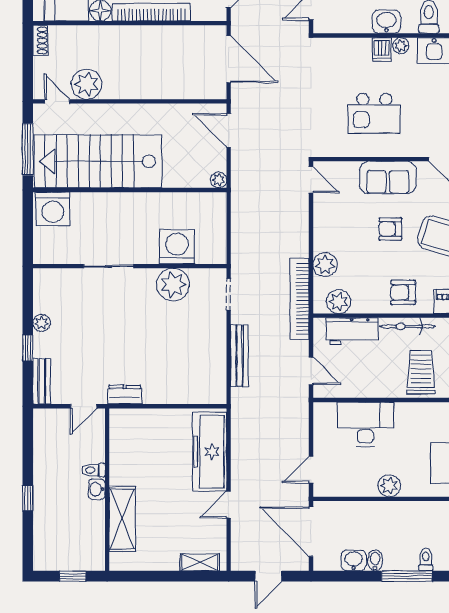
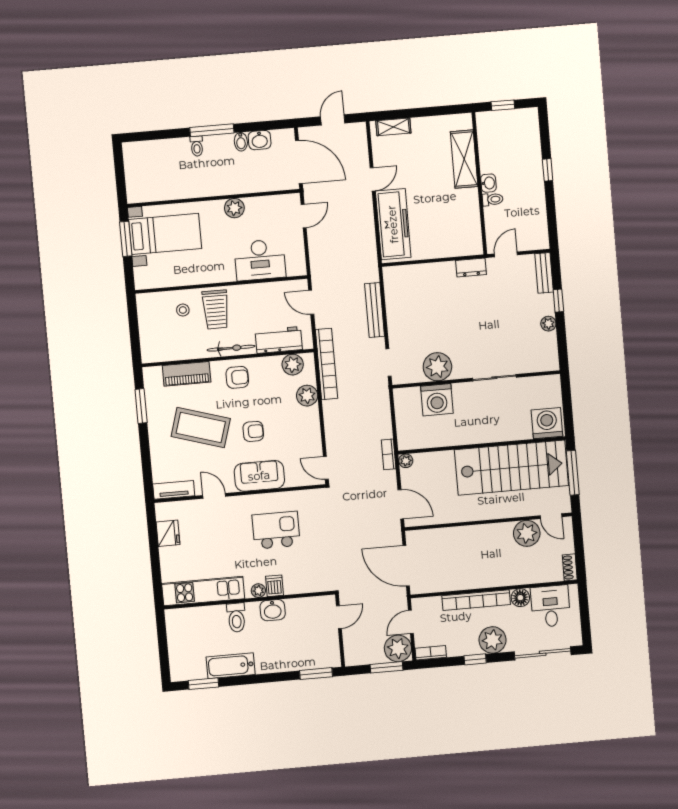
bookcase: (238, 189) -> (389, 454), added

